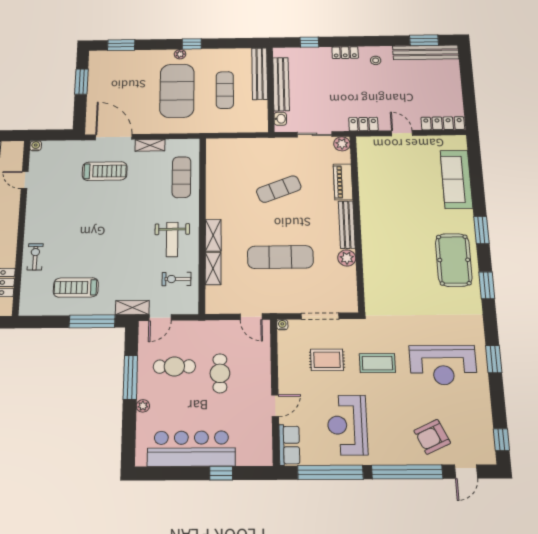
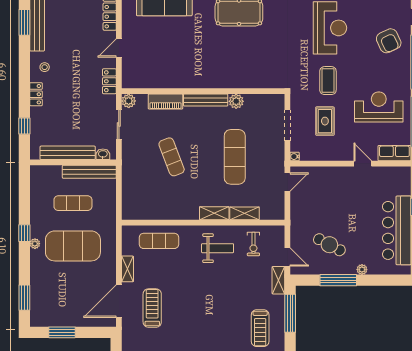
bench: (260, 74) -> (89, 172), moved
cafe table: (174, 366) -> (329, 245), turned -62
cafe table: (220, 373) -> (335, 208), removed
reception desk: (347, 425) -> (379, 107), turned 180

